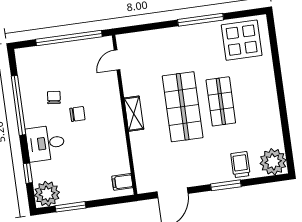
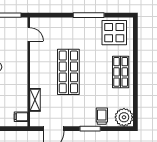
door: (117, 60) -> (29, 34), swing flipped
shop shelf: (221, 101) -> (121, 72), moved
shelving: (134, 114) -> (35, 100), moved

